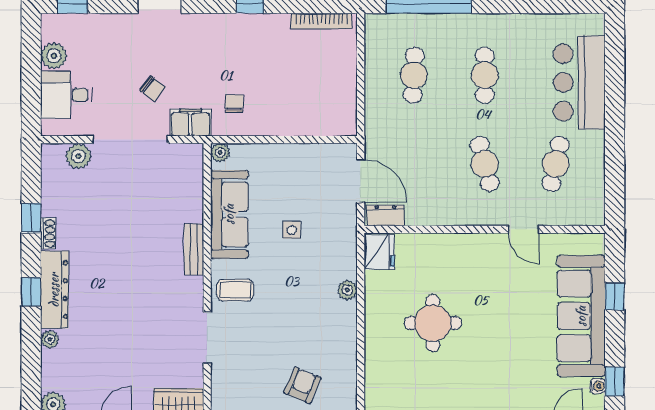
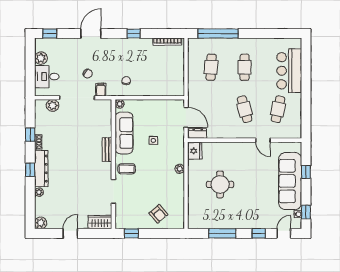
filing cabinet: (191, 122) -> (101, 90), width x0.50
armchair: (302, 385) -> (158, 214), turned 116

